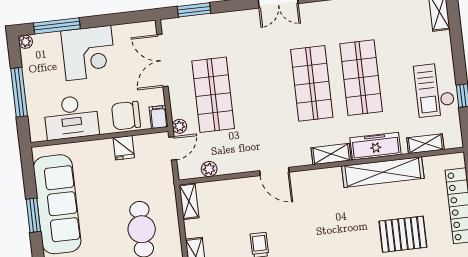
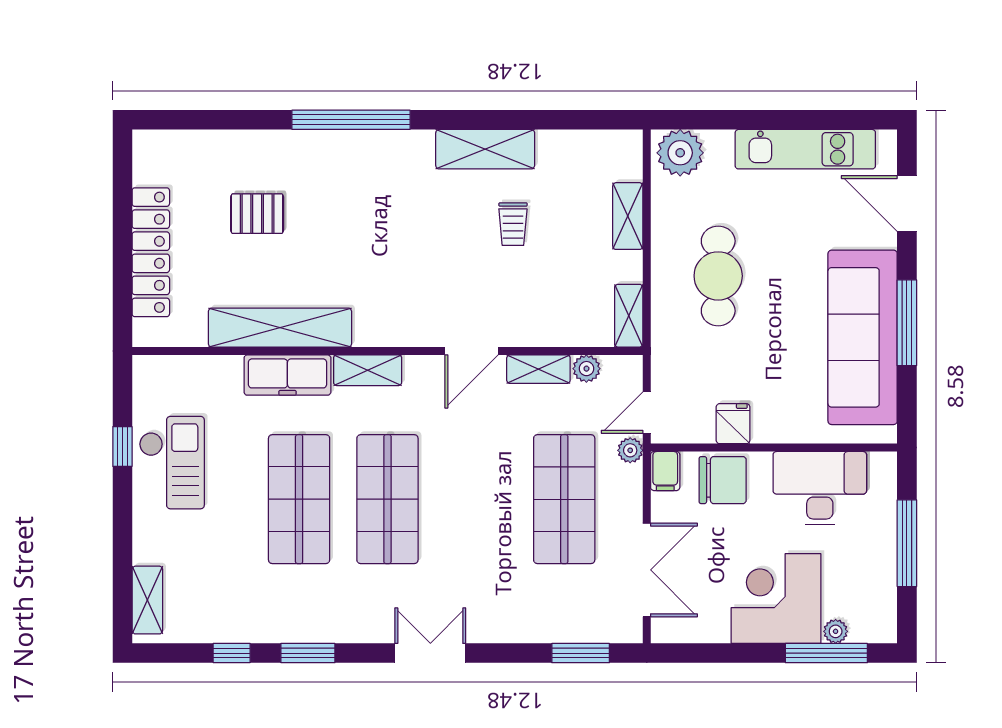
plant: (26, 42) -> (836, 631), moved
shelving: (425, 144) -> (538, 369), moved
door: (274, 171) -> (472, 351), swing flipped
window: (33, 215) -> (907, 323), width x1.44
pallet: (403, 234) -> (257, 214), width x0.67, depth x0.71

